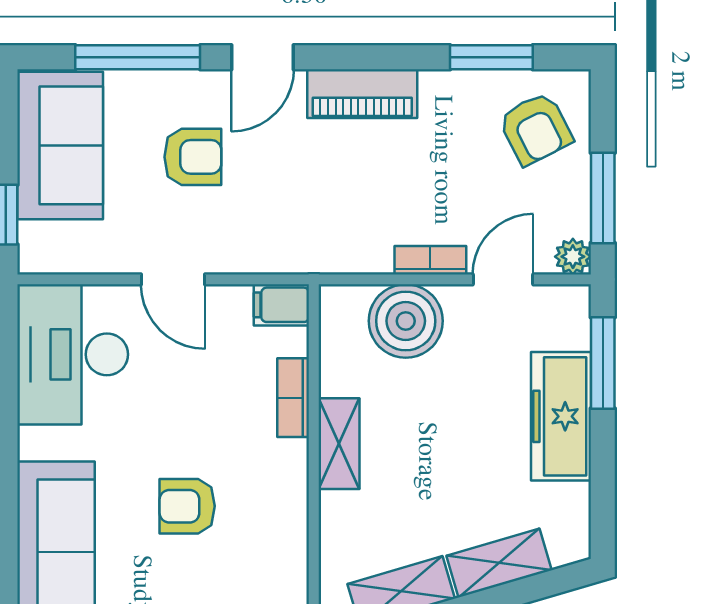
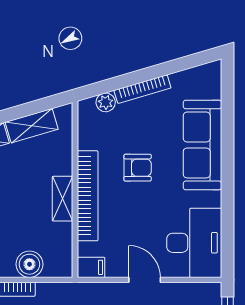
boiler: (406, 321) -> (29, 264), width x0.73, depth x0.73
bookcase: (293, 398) -> (88, 196), width x2.31, depth x1.31

